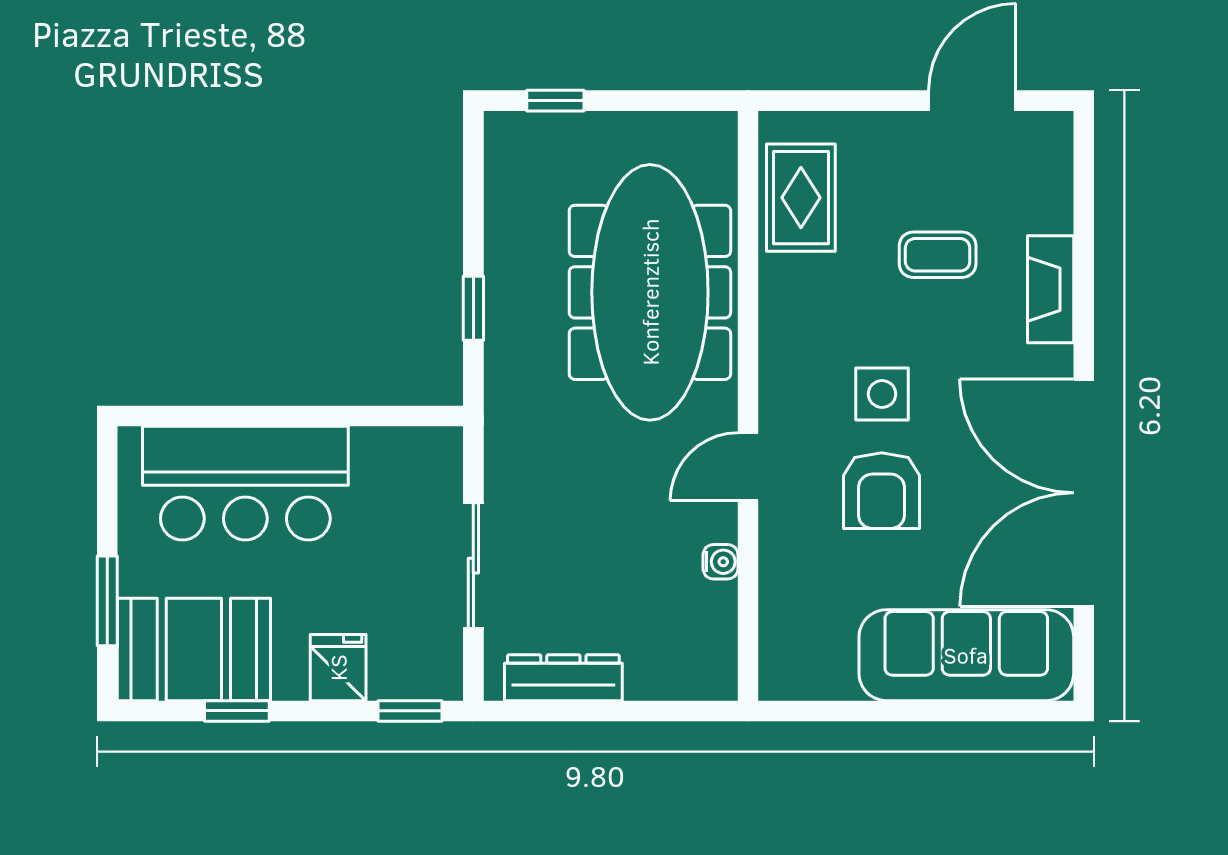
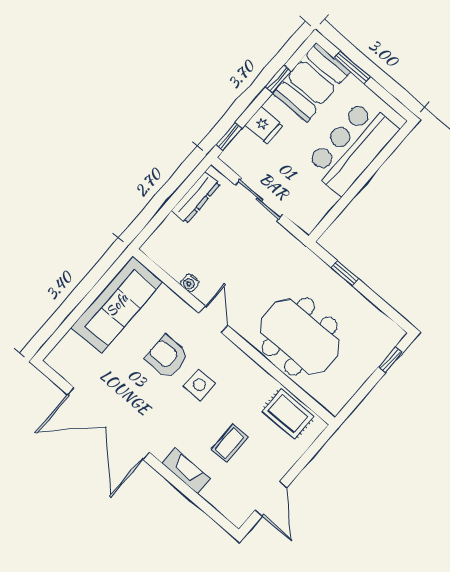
meeting table: (650, 292) -> (300, 337), width x0.73
double door: (1084, 493) -> (109, 424), swing flipped
sofa: (966, 655) -> (117, 305), moved

